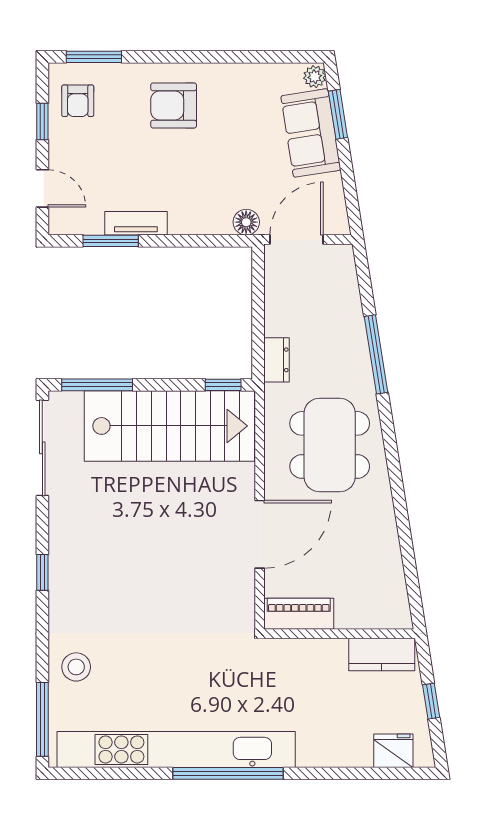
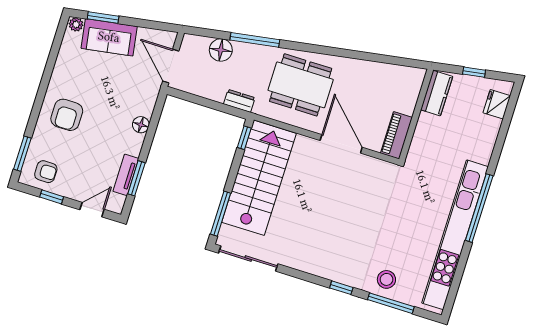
floor lamp: (246, 222) -> (141, 125), moved
tv unit: (136, 223) -> (126, 175), moved
floor lamp: (345, 308) -> (221, 50), added
window: (42, 572) -> (341, 288), moved
window: (42, 719) -> (391, 303), moved

